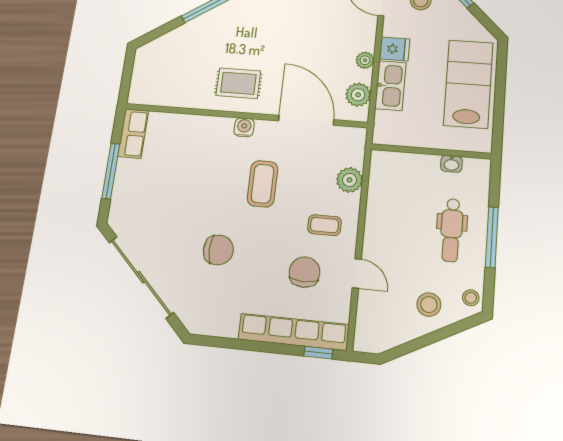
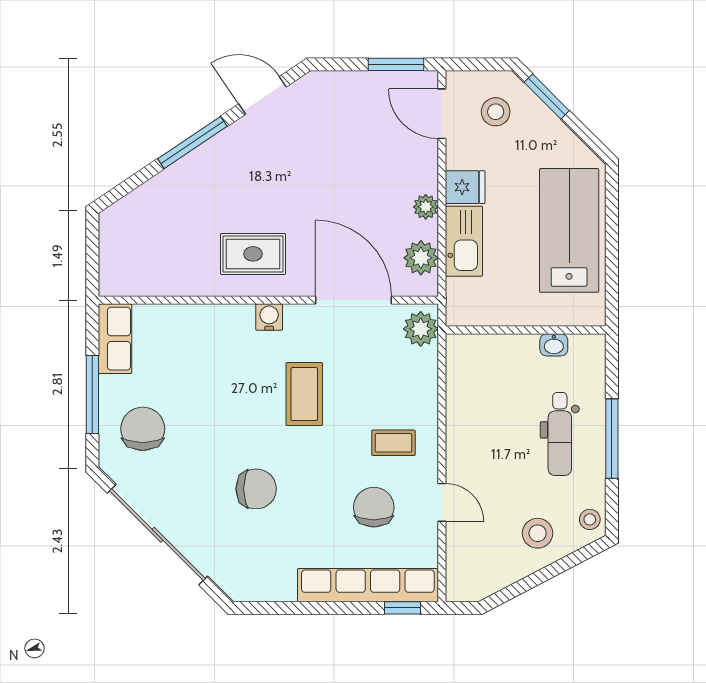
plant: (350, 180) -> (421, 329), moved
chair: (142, 198) -> (143, 429), added

